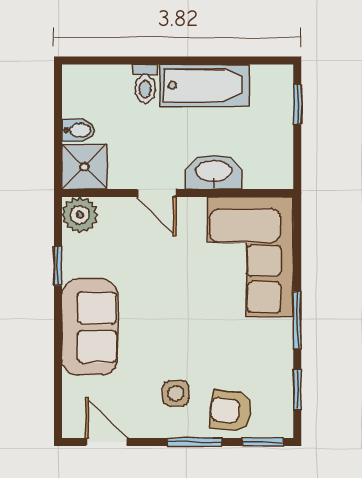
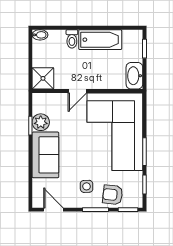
bidet: (78, 130) -> (40, 35), moved
washbasin: (214, 172) -> (134, 76), moved, turned -90
door: (157, 193) -> (77, 91), hinge flipped
plant: (80, 215) -> (41, 122), moved
corner sofa: (251, 257) -> (115, 132), width x1.36, depth x1.36

